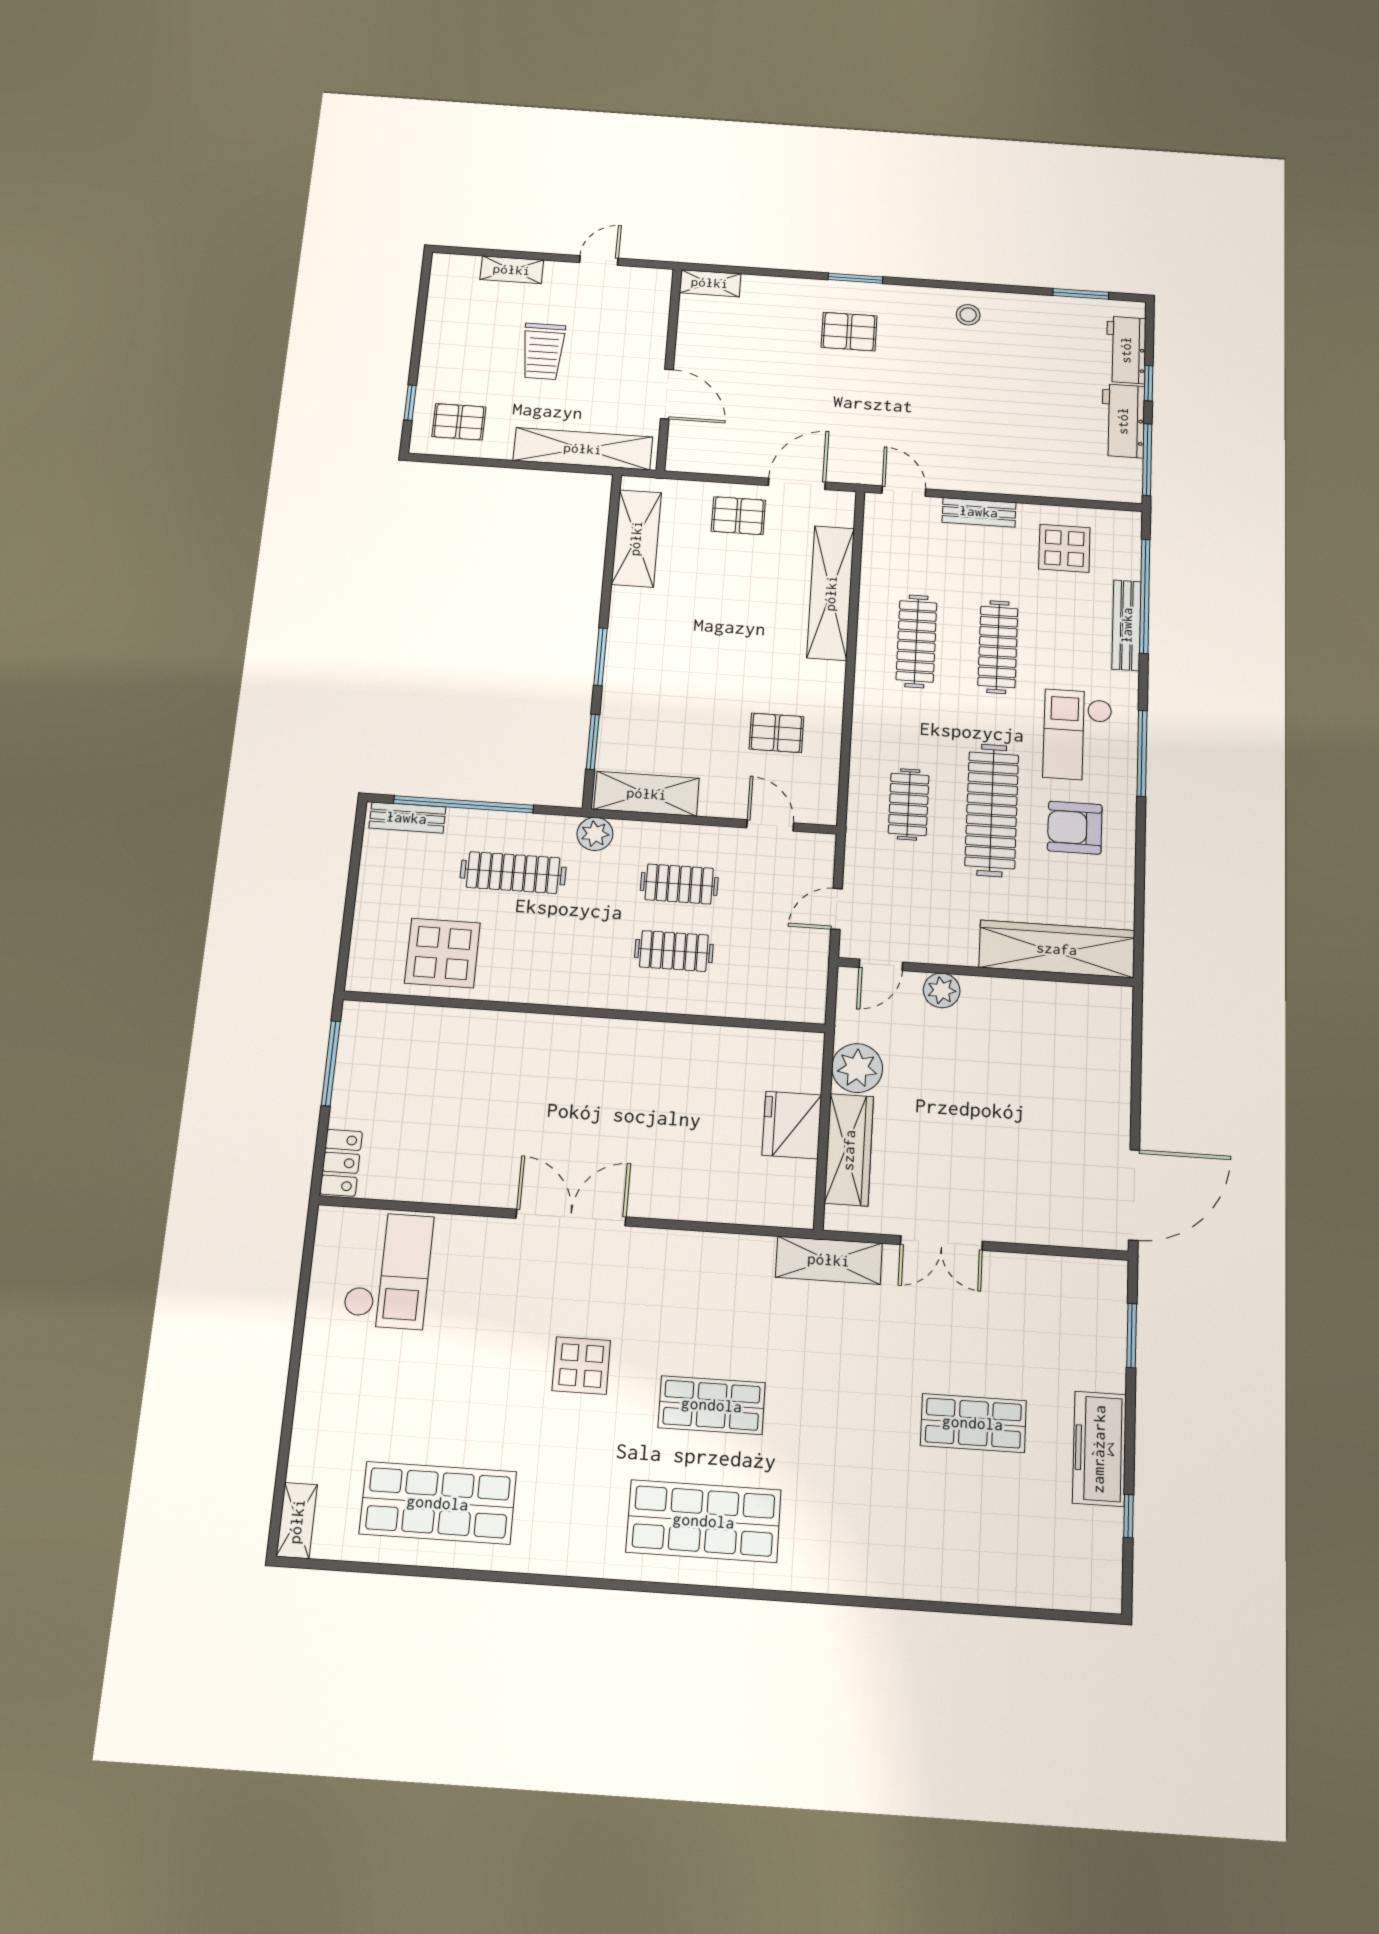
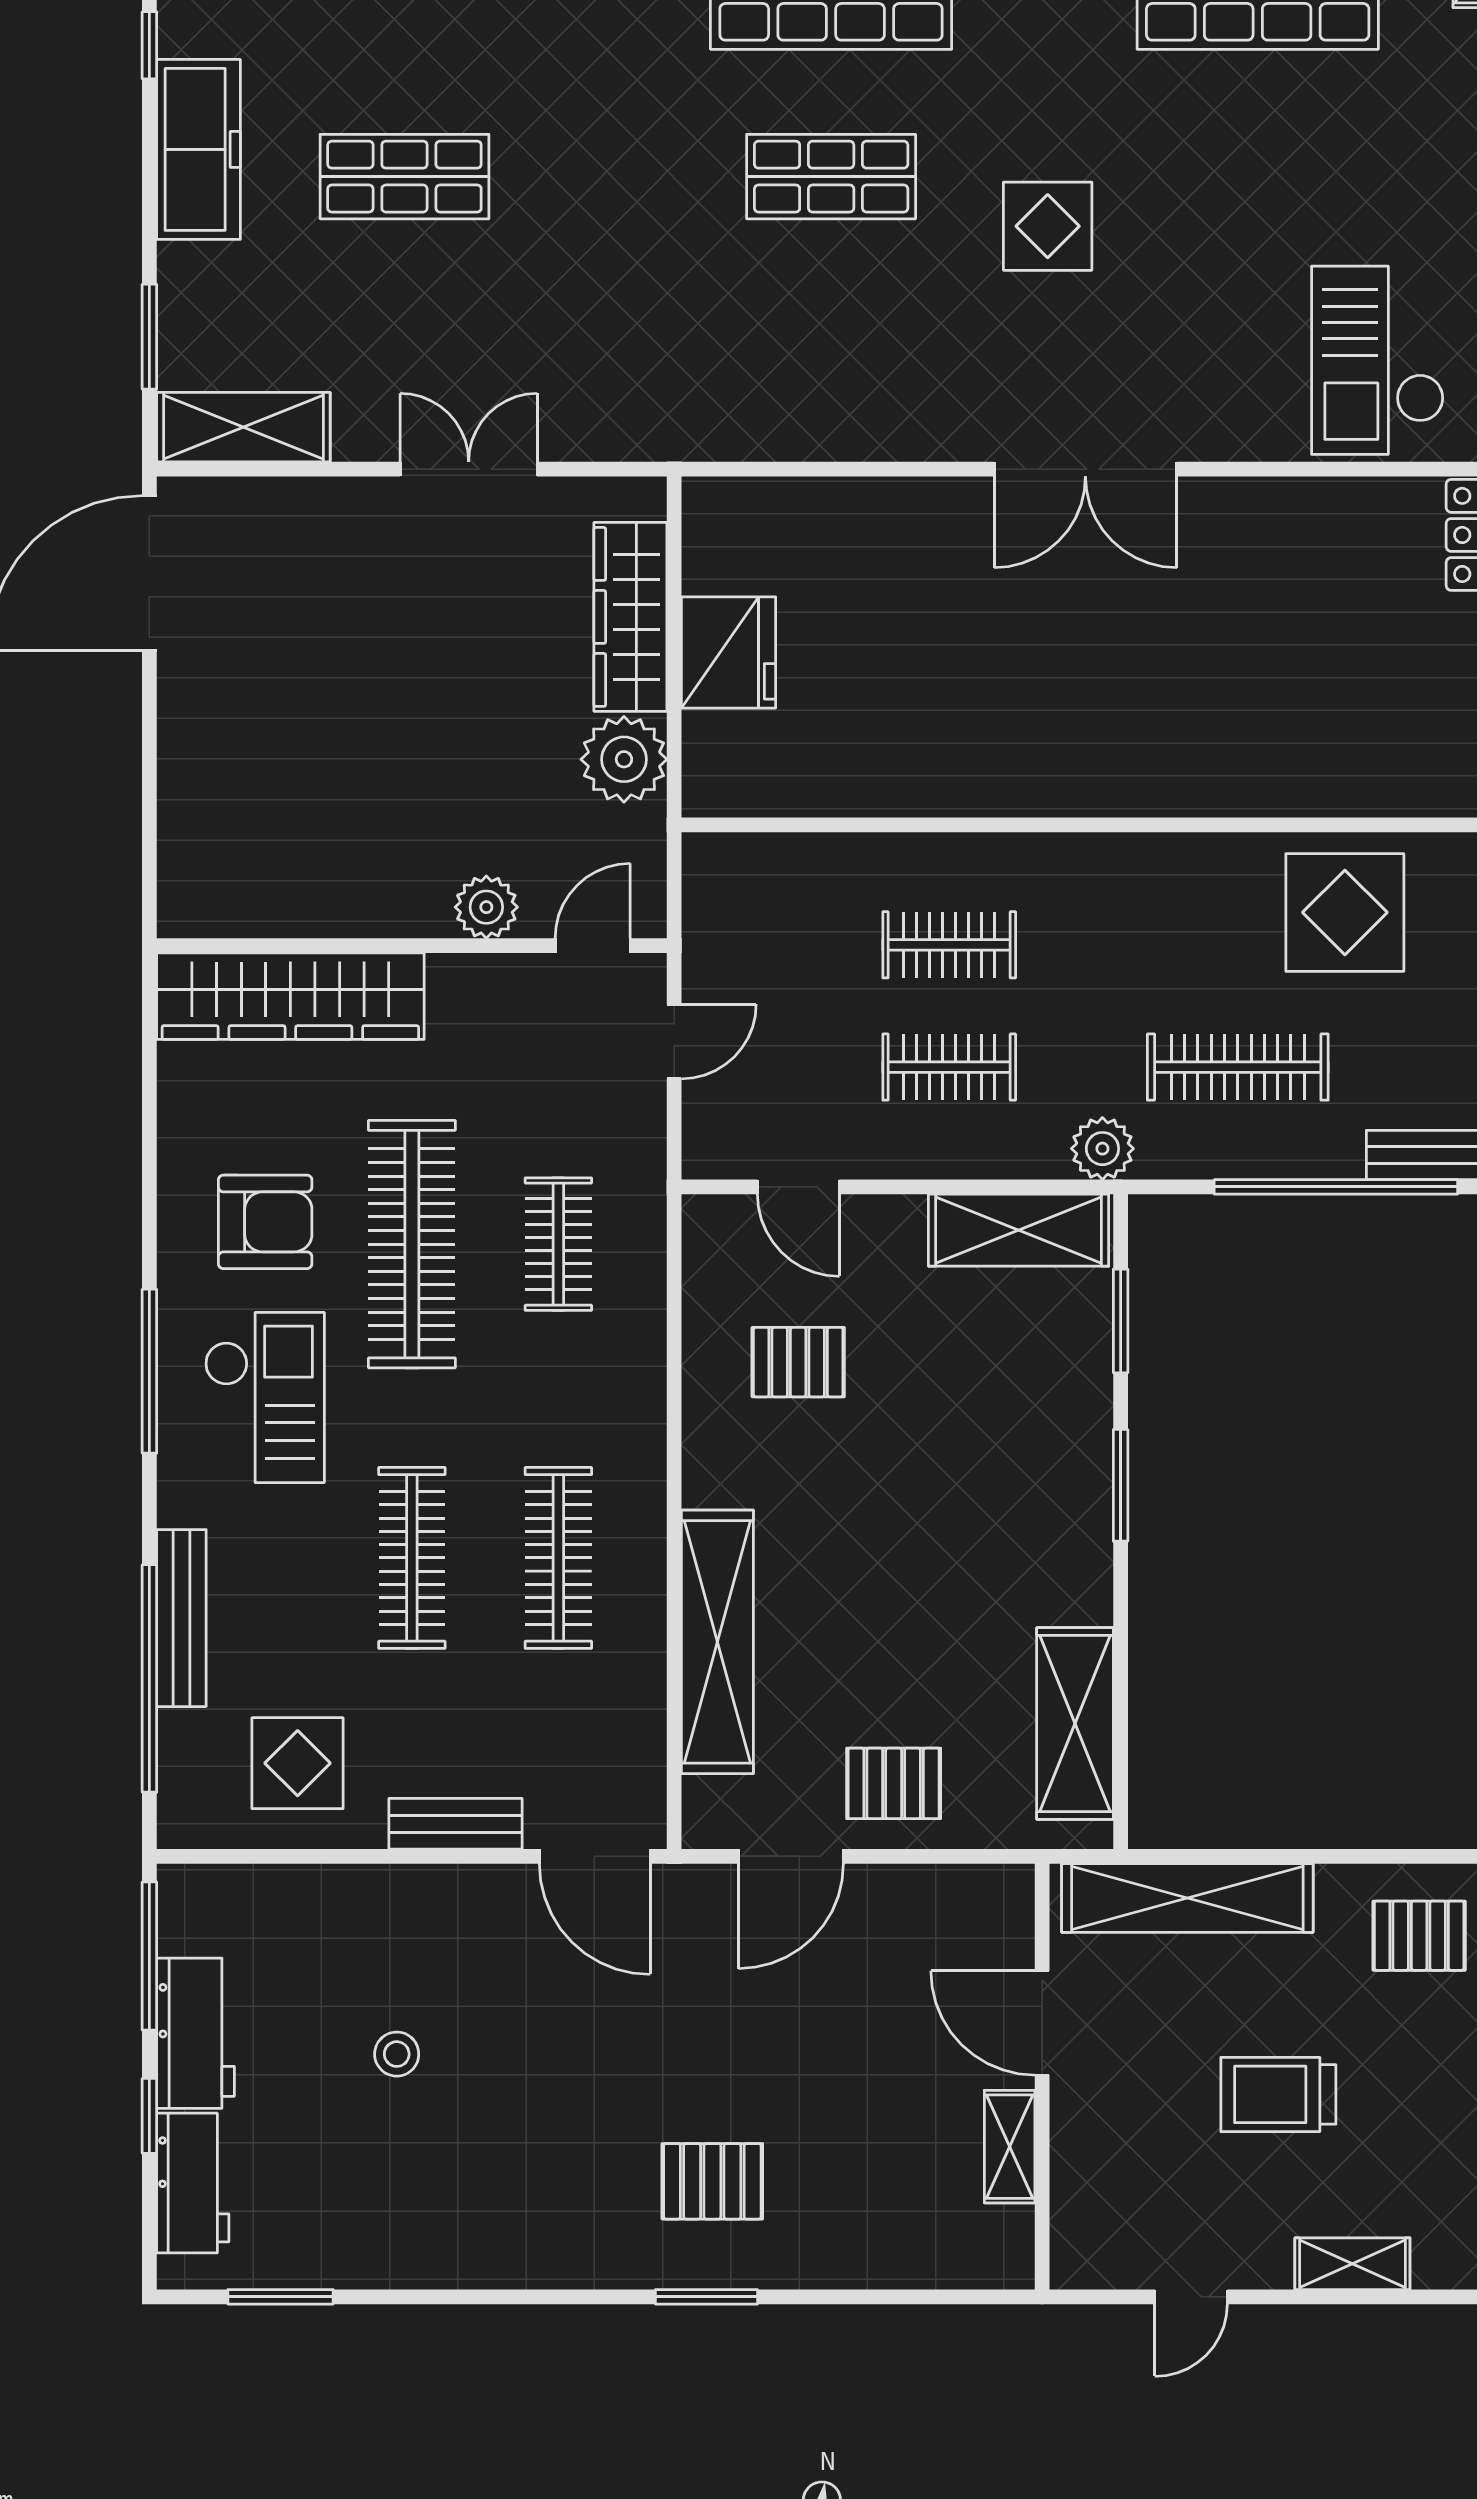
shelving: (710, 283) -> (1010, 2147), moved, turned 90
stool: (968, 315) -> (397, 2054), moved
trolley: (543, 351) -> (1278, 2094), turned -90
door: (904, 491) -> (595, 1856), width x1.38
shelving: (829, 1260) -> (243, 427), moved

